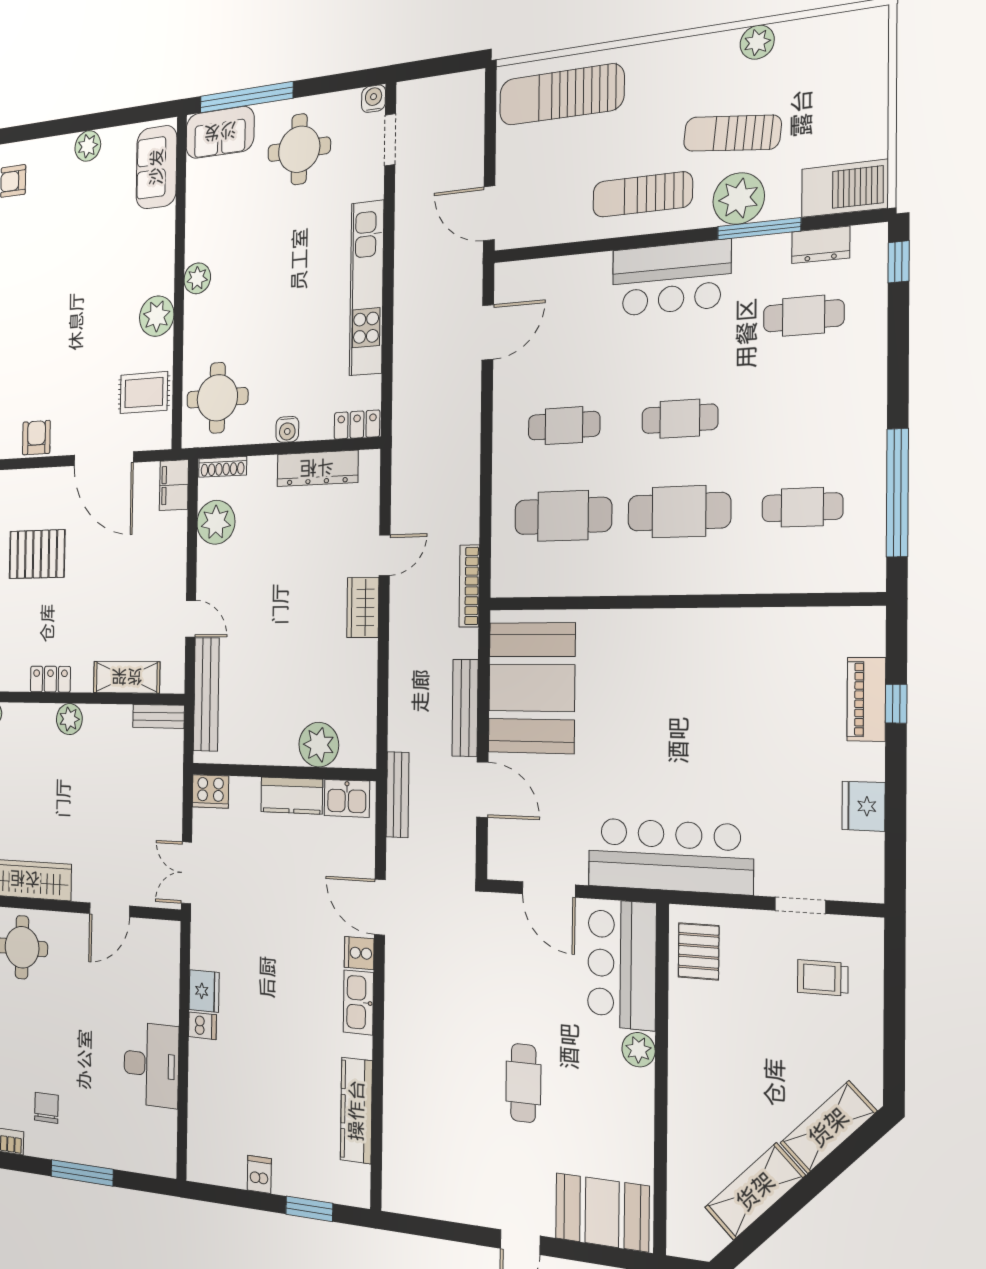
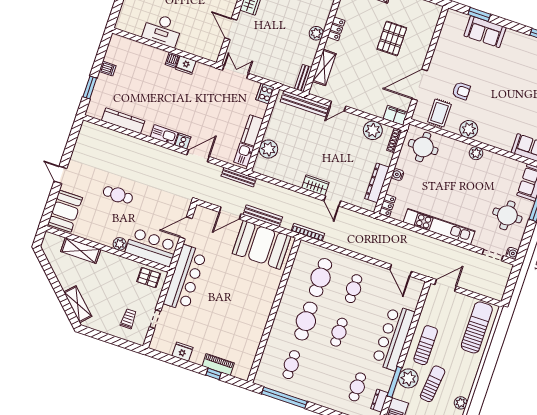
bar counter: (671, 278) -> (393, 338), width x1.36
armchair: (36, 438) -> (461, 91), moved
shelving: (755, 1191) -> (81, 251), moved, turned -44

